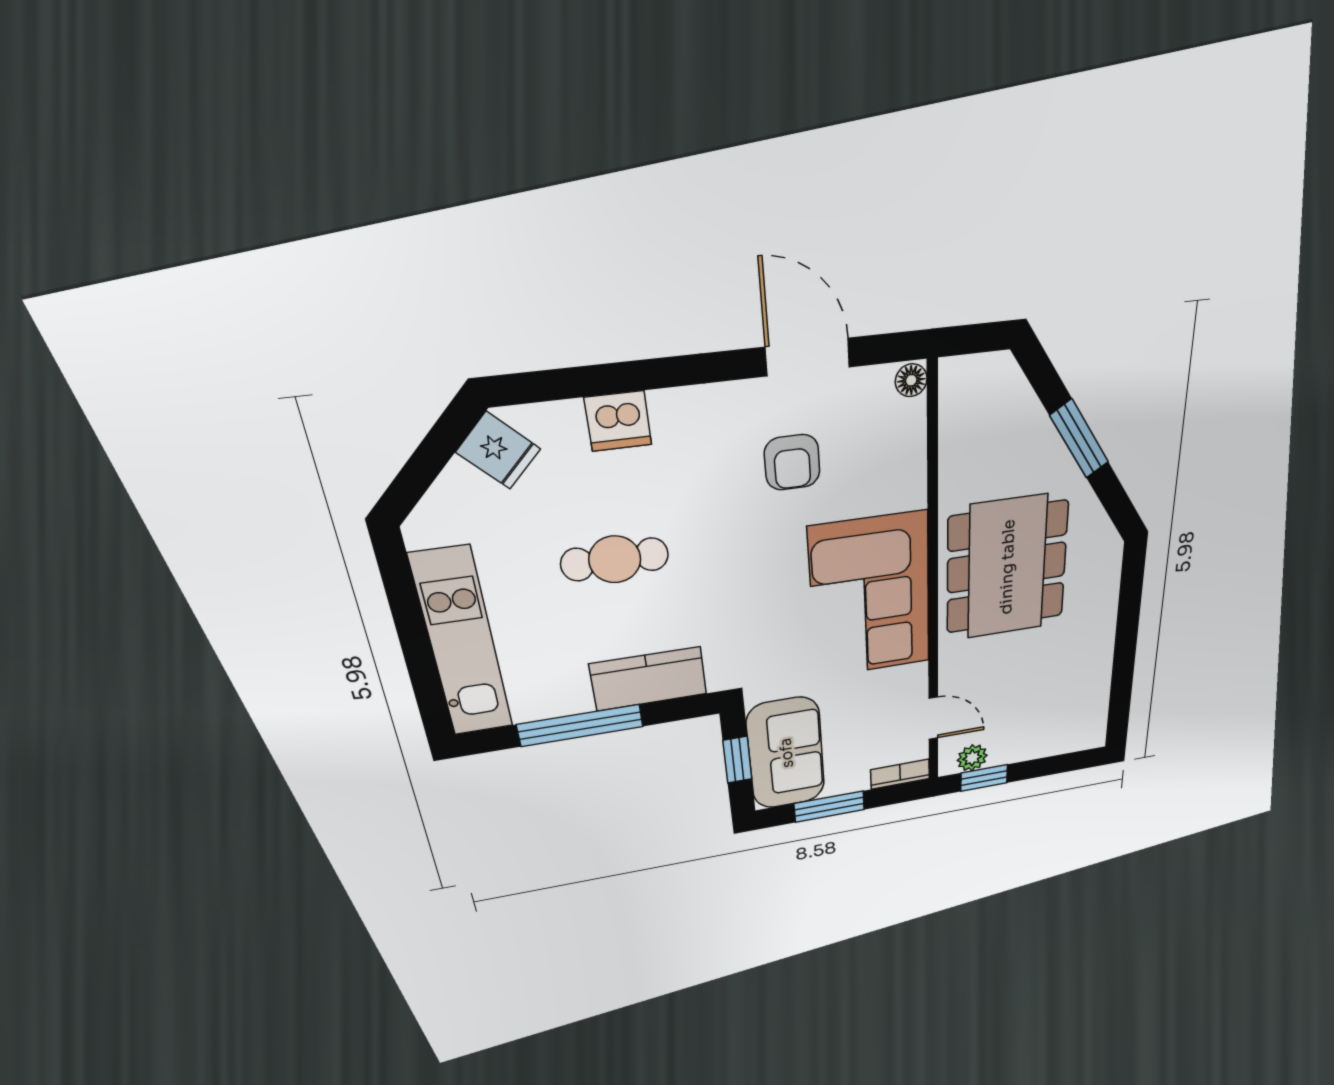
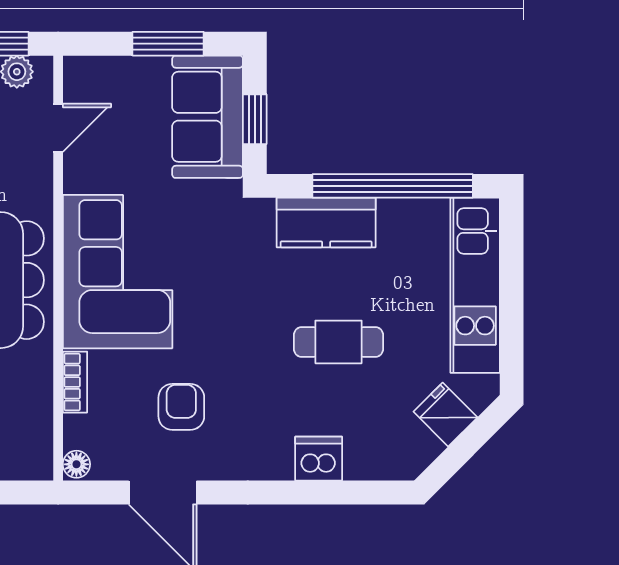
fridge: (498, 451) -> (445, 415), moved
door: (933, 718) -> (58, 128), swing flipped
window: (580, 725) -> (393, 186), width x1.46
bookcase: (900, 774) -> (75, 382), moved, turned -90

